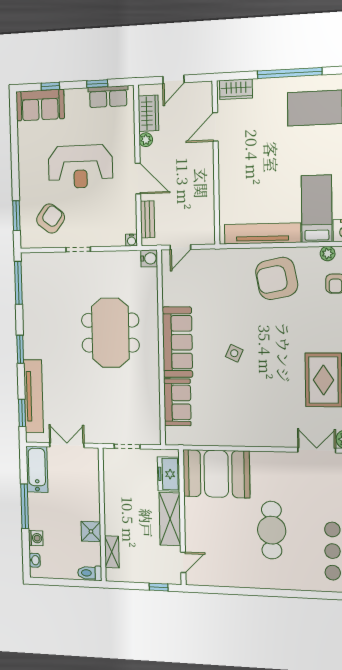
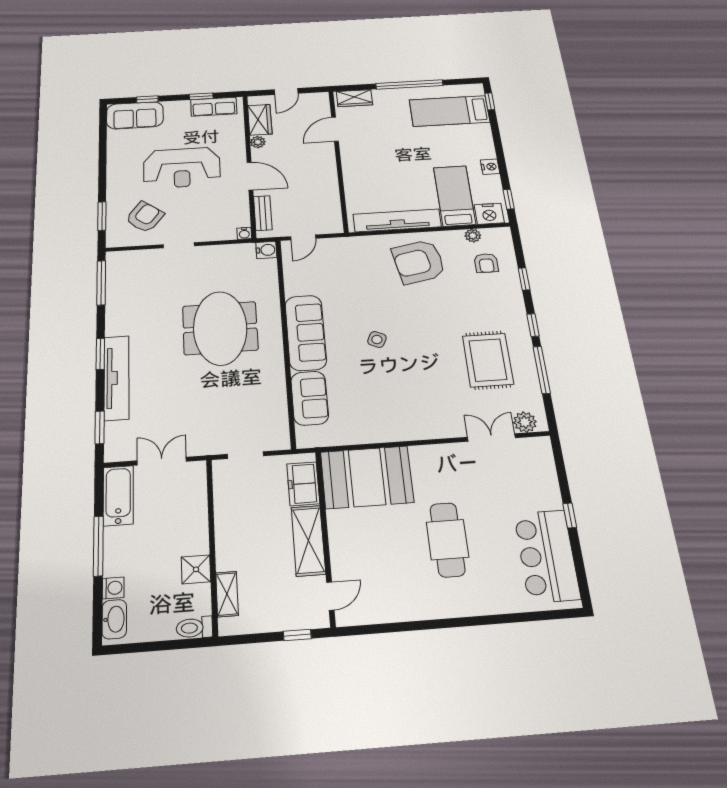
tv unit: (33, 396) -> (117, 378), moved
washbasin: (35, 560) -> (114, 619), width x1.91, depth x1.45

